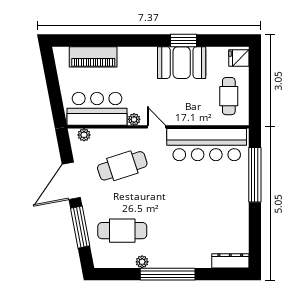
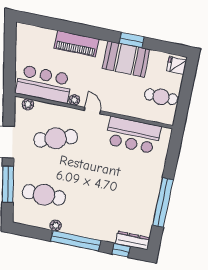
piano: (93, 57) -> (76, 44), moved
cafe table: (229, 96) -> (161, 97), turned 90
bar counter: (207, 145) -> (133, 135), width x0.73
window: (255, 175) -> (163, 202), moved
window: (220, 274) -> (121, 250), added

